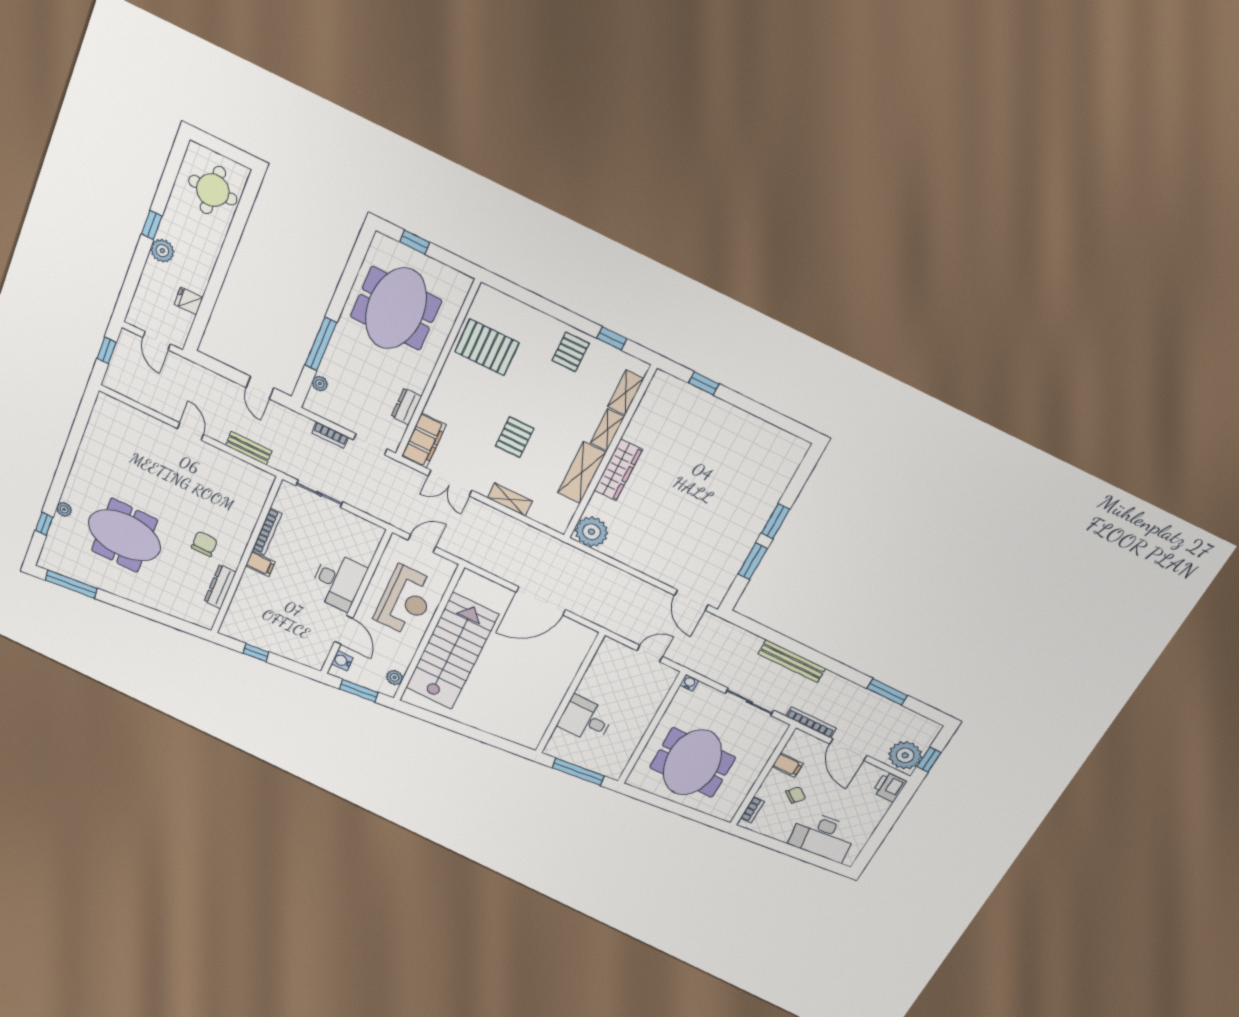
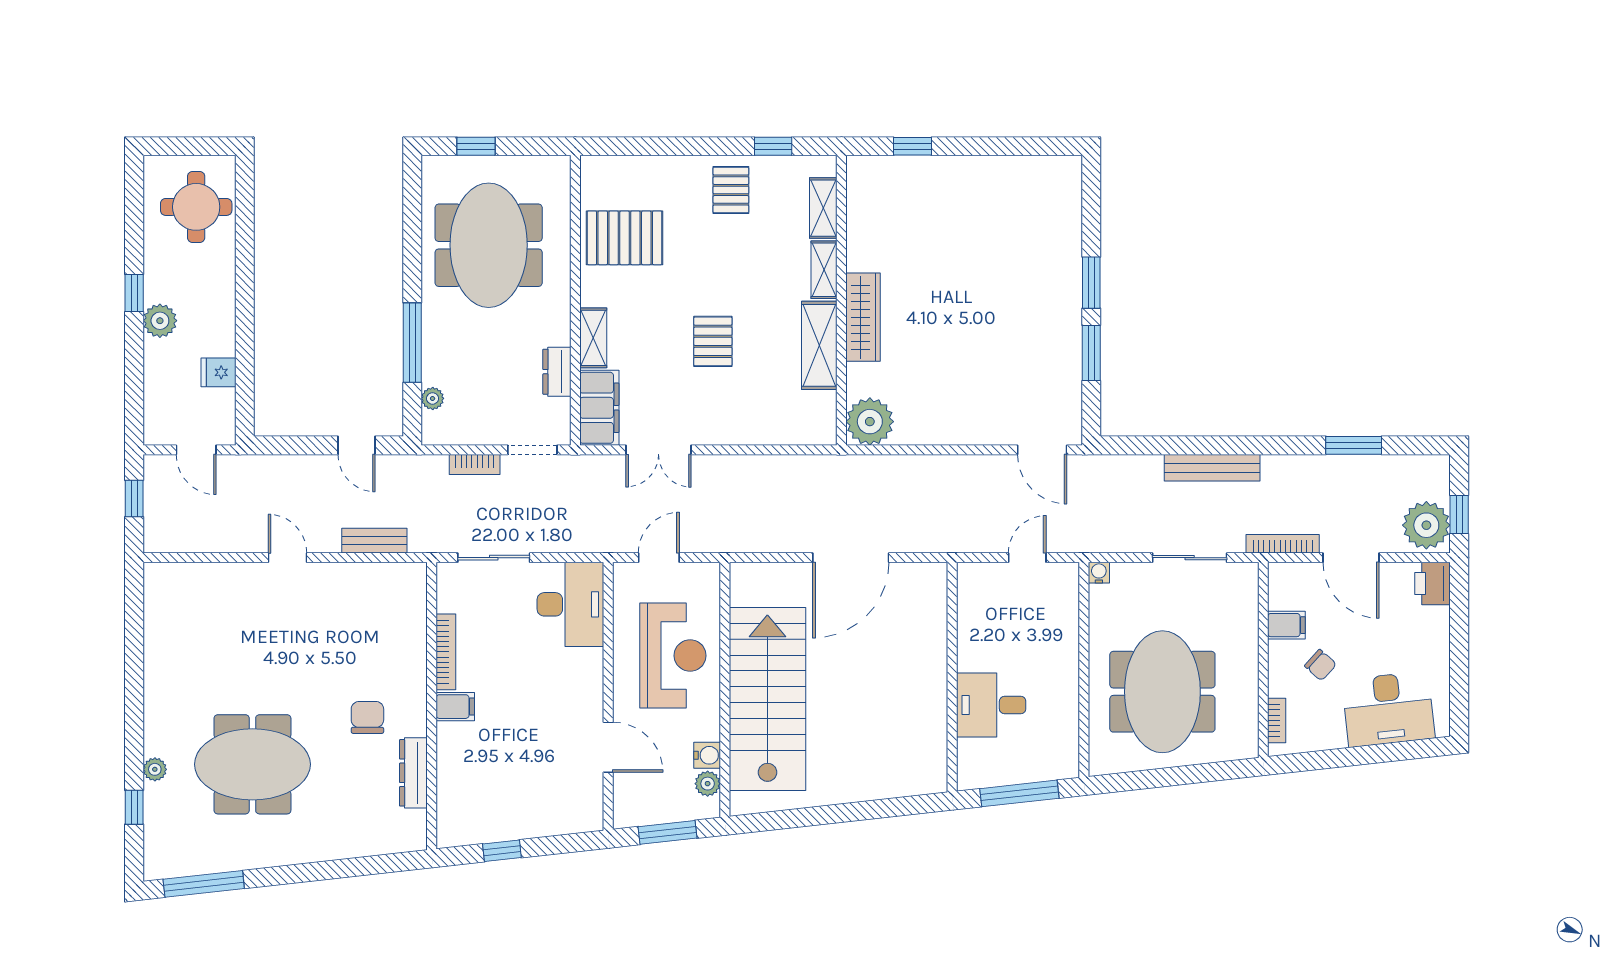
shelving: (510, 499) -> (593, 338), moved, turned 90
desk: (338, 581) -> (570, 604), moved
water cooler: (342, 661) -> (707, 755), moved, turned 180
chair: (796, 795) -> (1321, 665), turned 93

